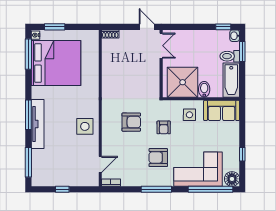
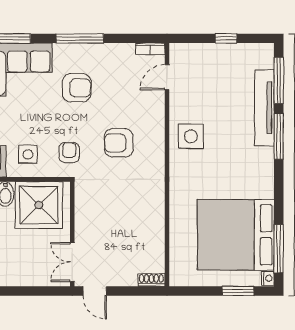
window: (28, 115) -> (279, 136), moved
tv unit: (38, 124) -> (264, 108), moved
armchair: (164, 127) -> (69, 152), moved

